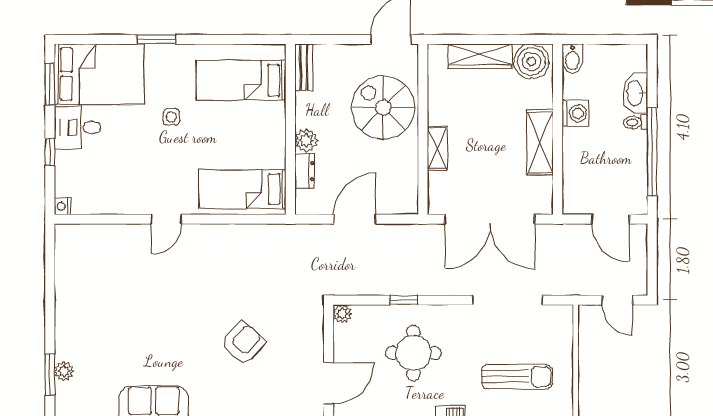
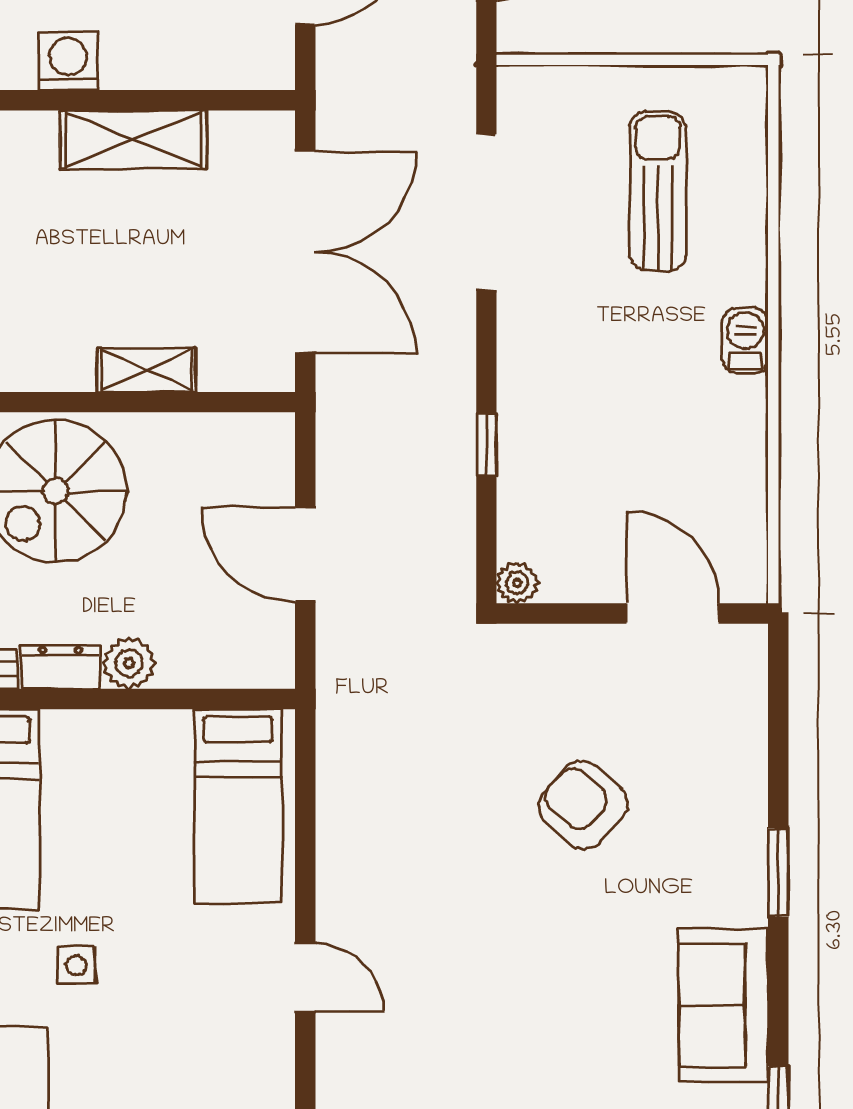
dresser: (305, 171) -> (60, 667), moved
round table: (413, 353) -> (605, 423), removed

